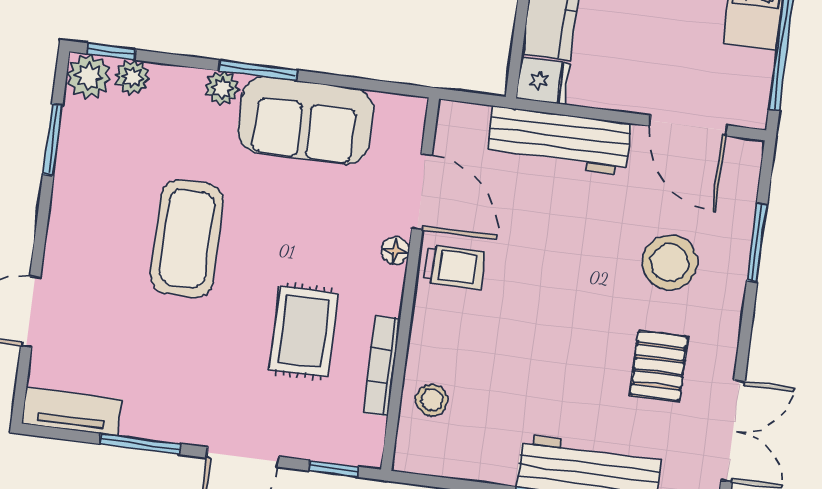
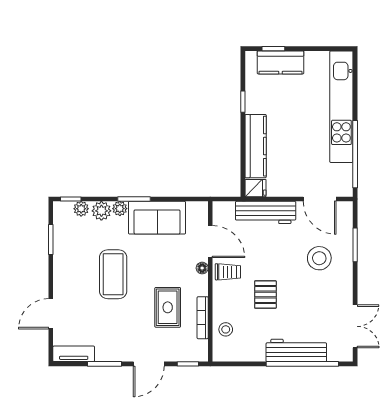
plant: (89, 76) -> (101, 211), moved
pallet: (659, 366) -> (265, 295), moved

